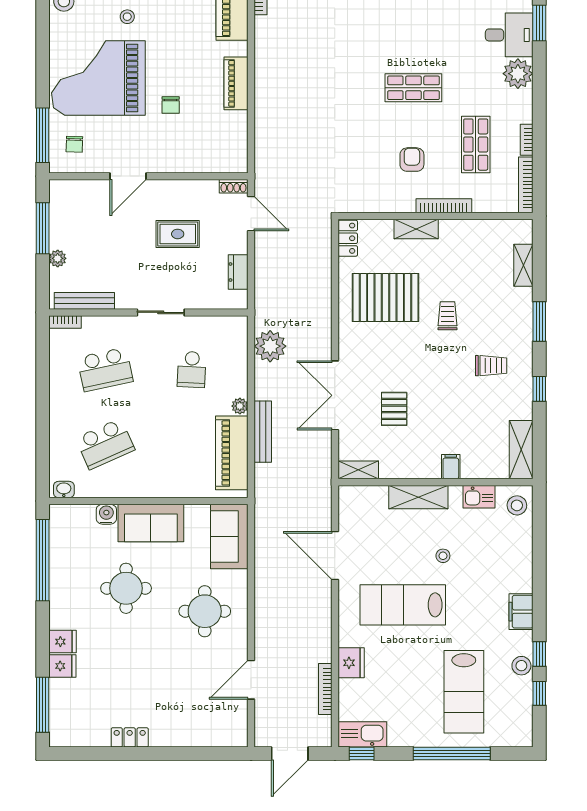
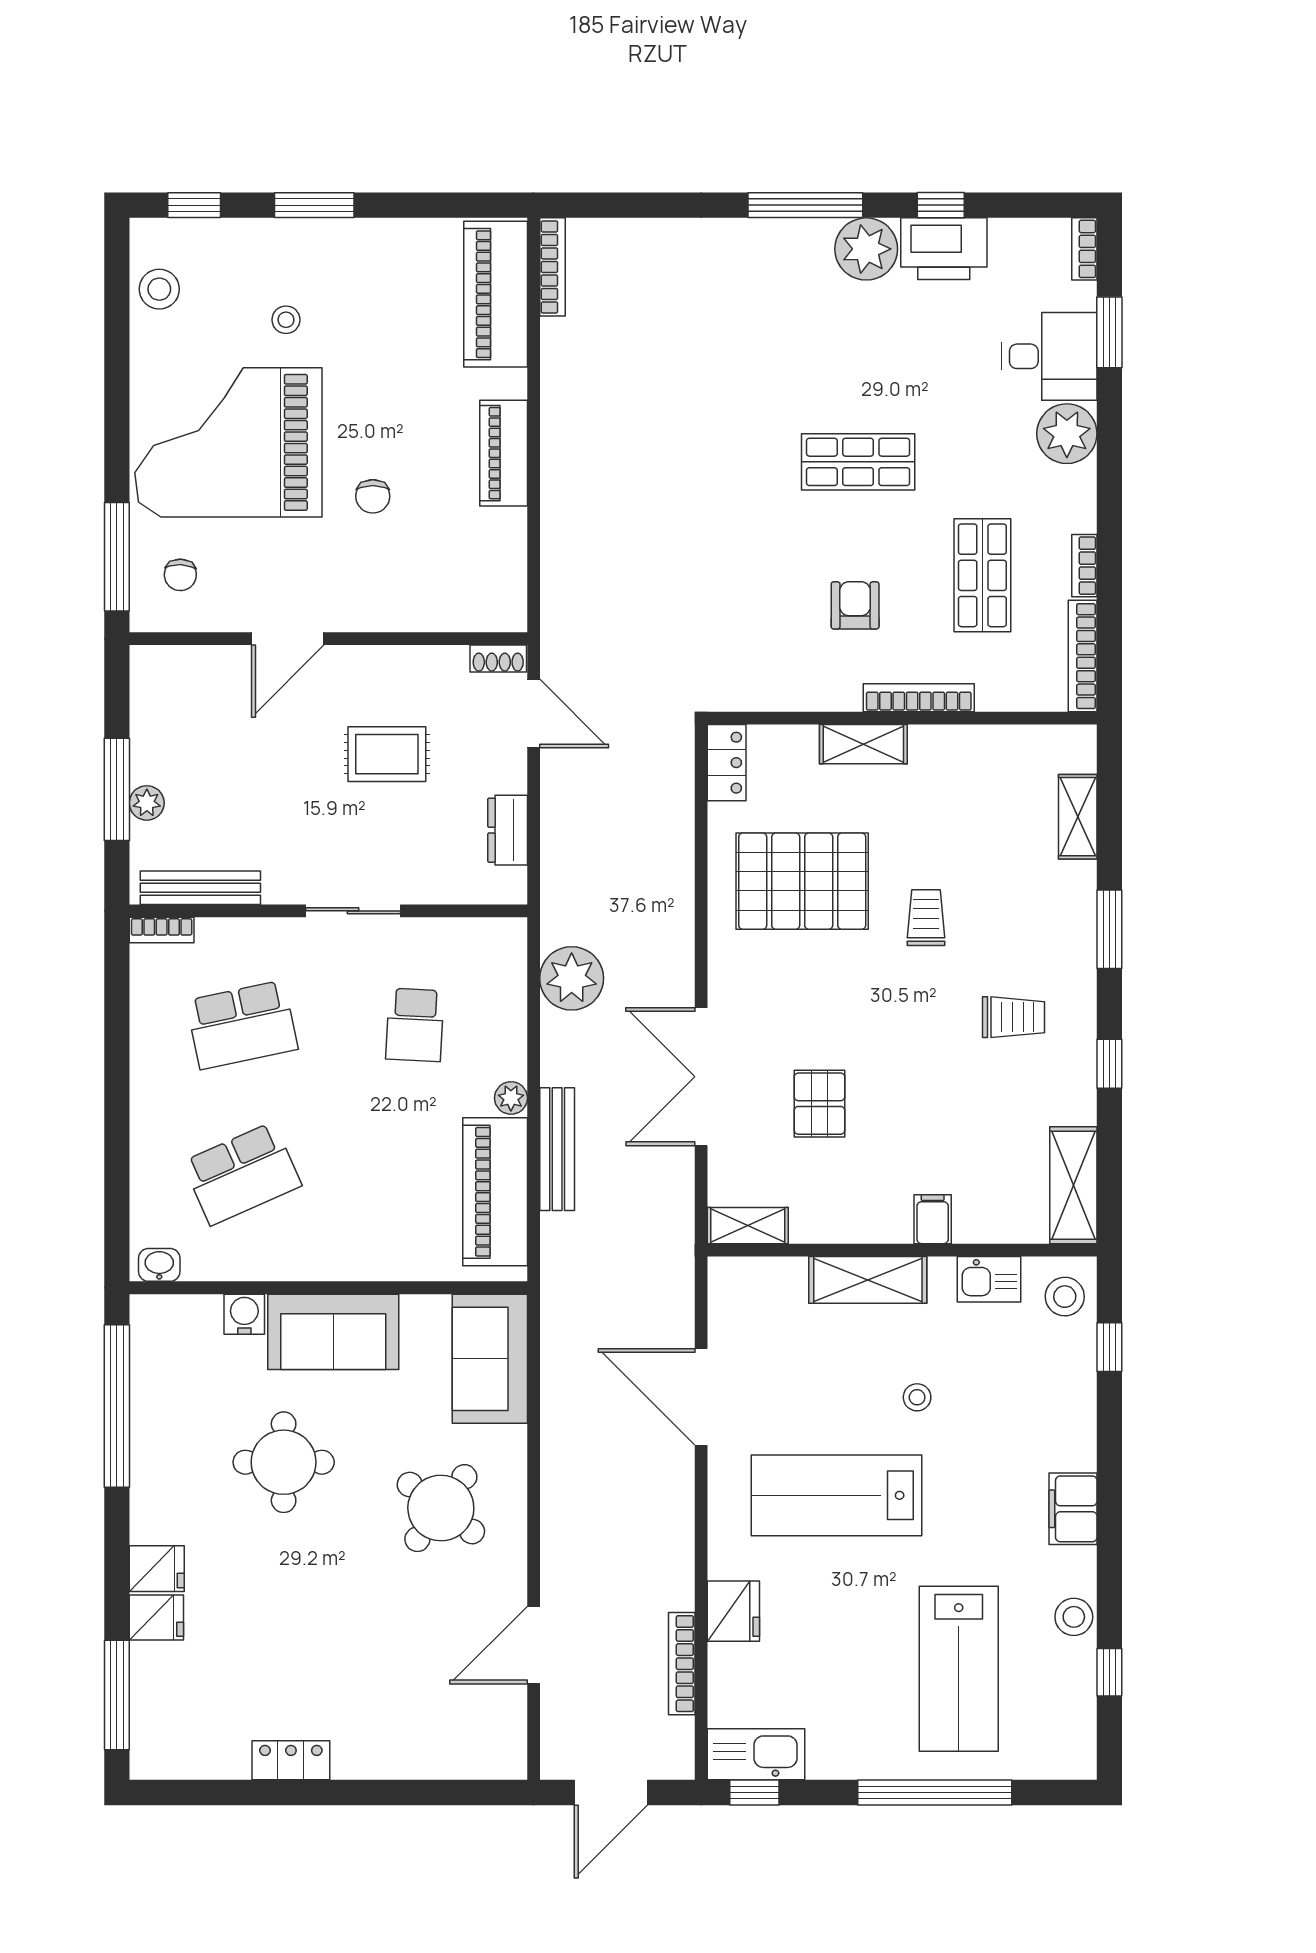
window: (43, 228) -> (117, 789), moved
round table: (205, 611) -> (441, 1508), turned 37
window: (539, 654) -> (1109, 1347), moved

